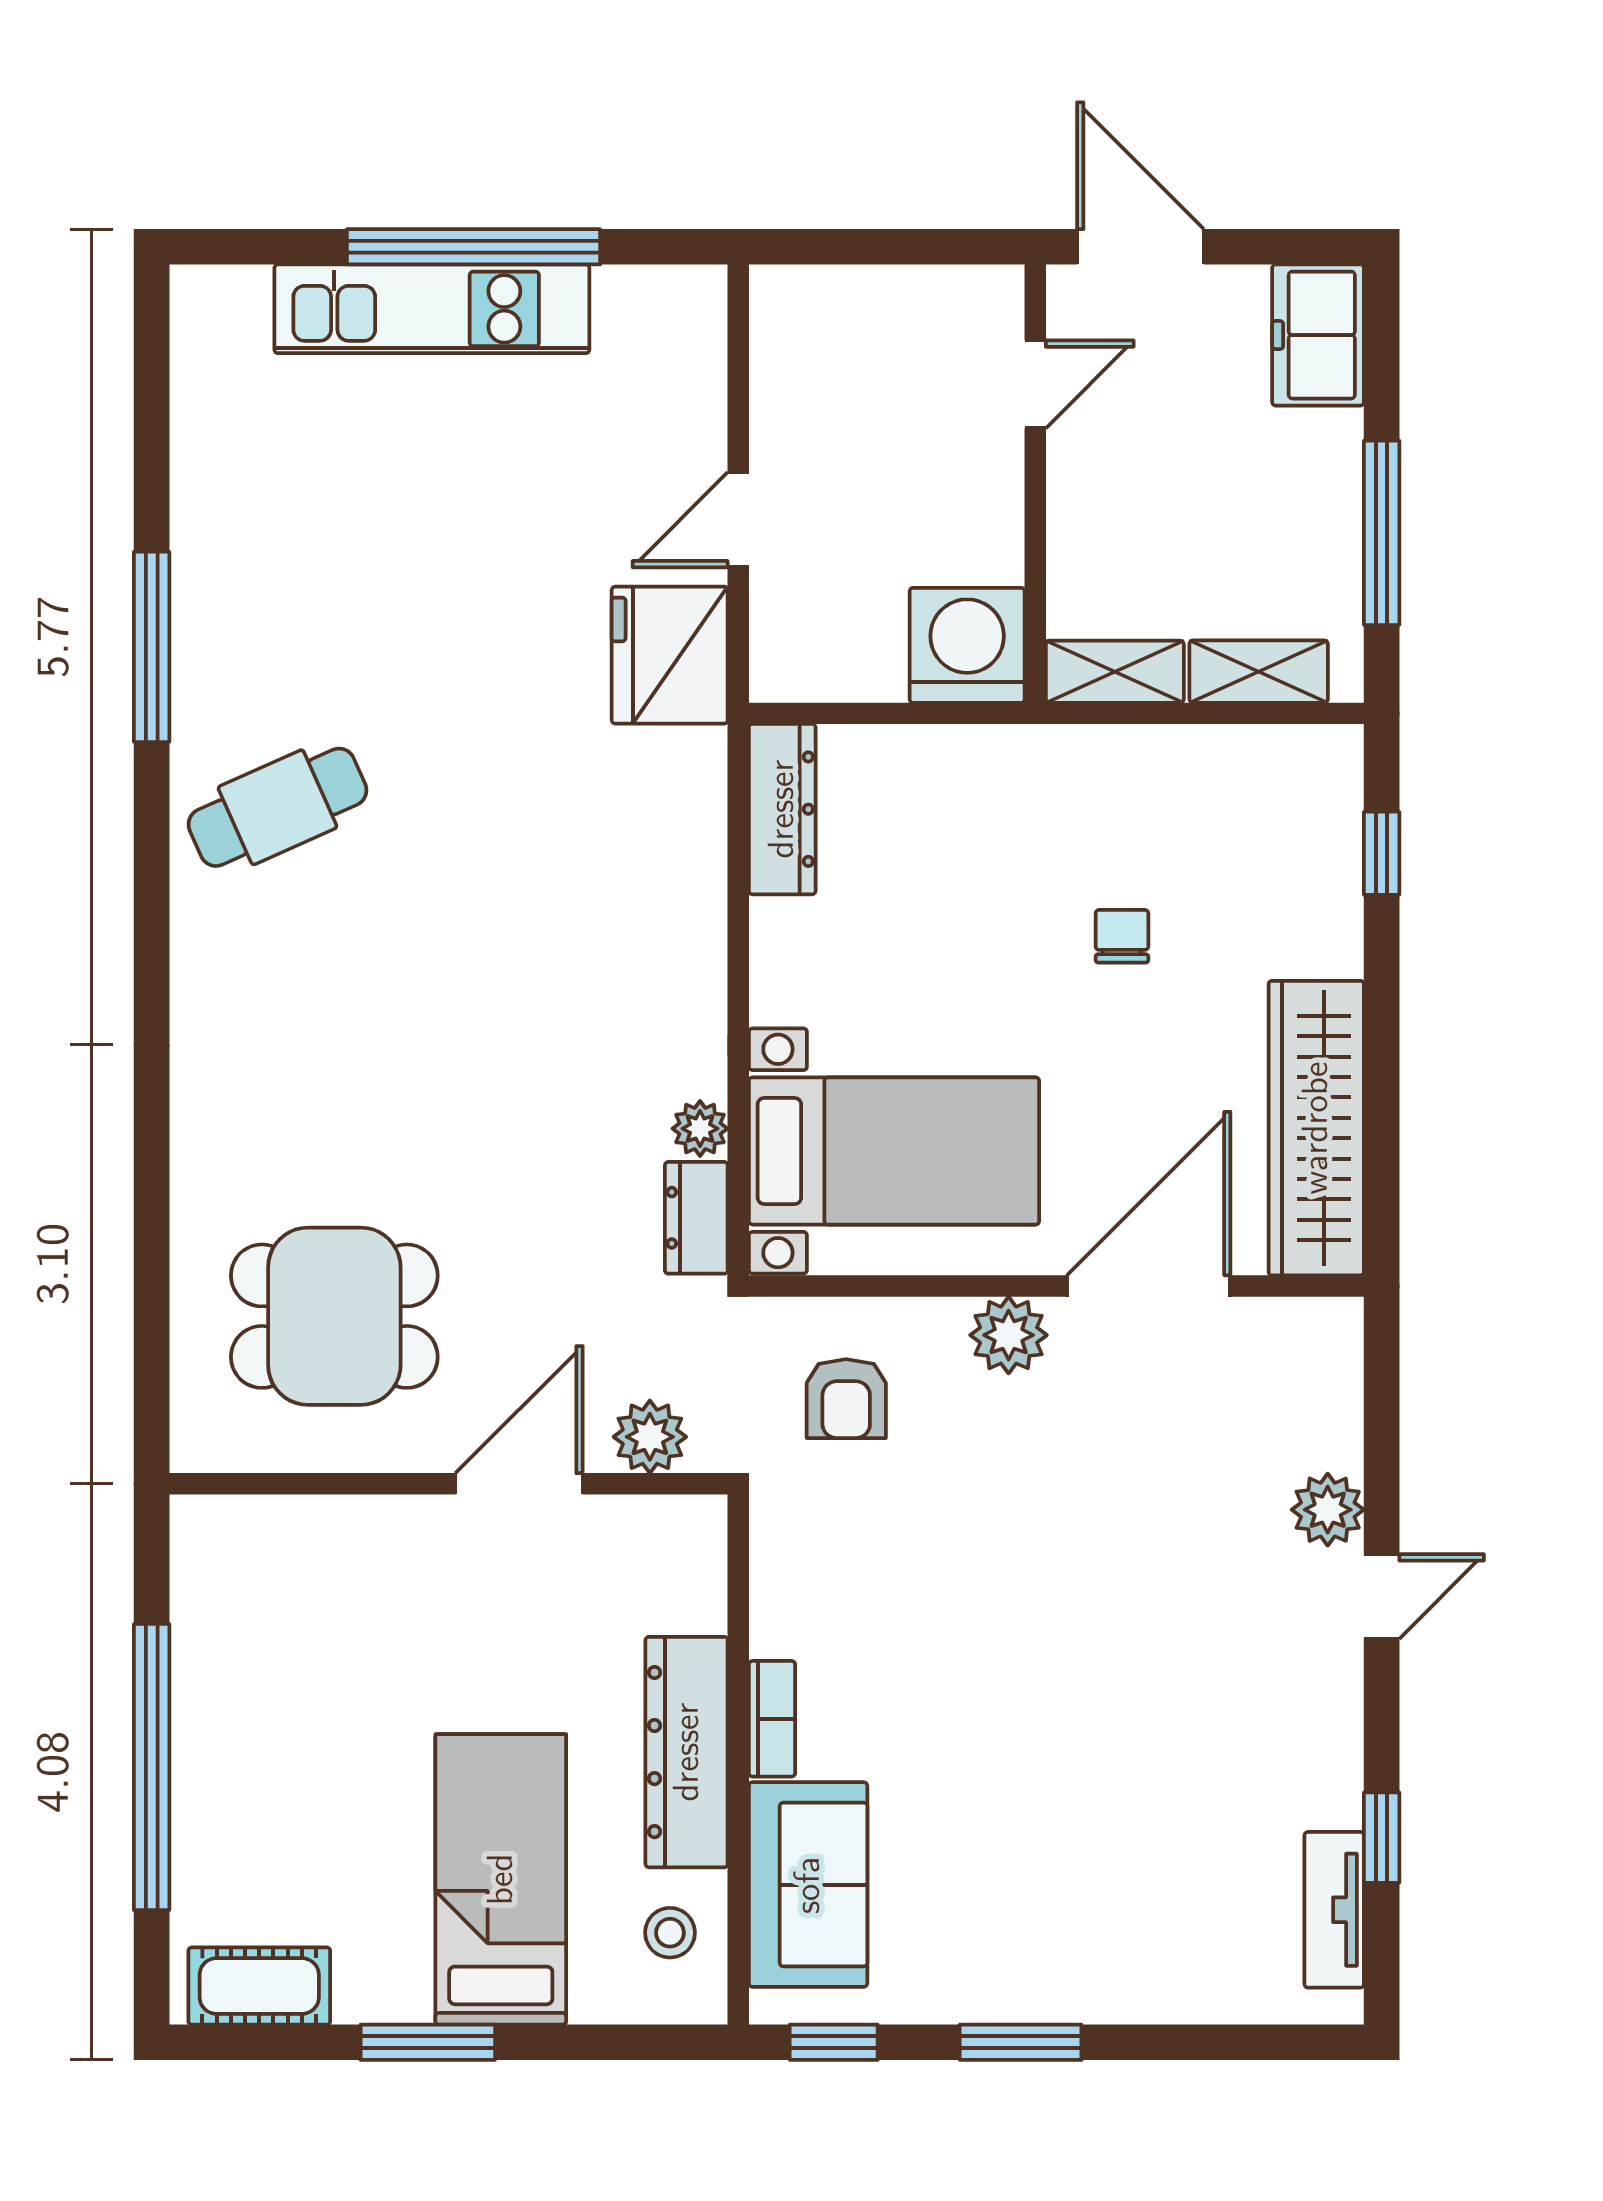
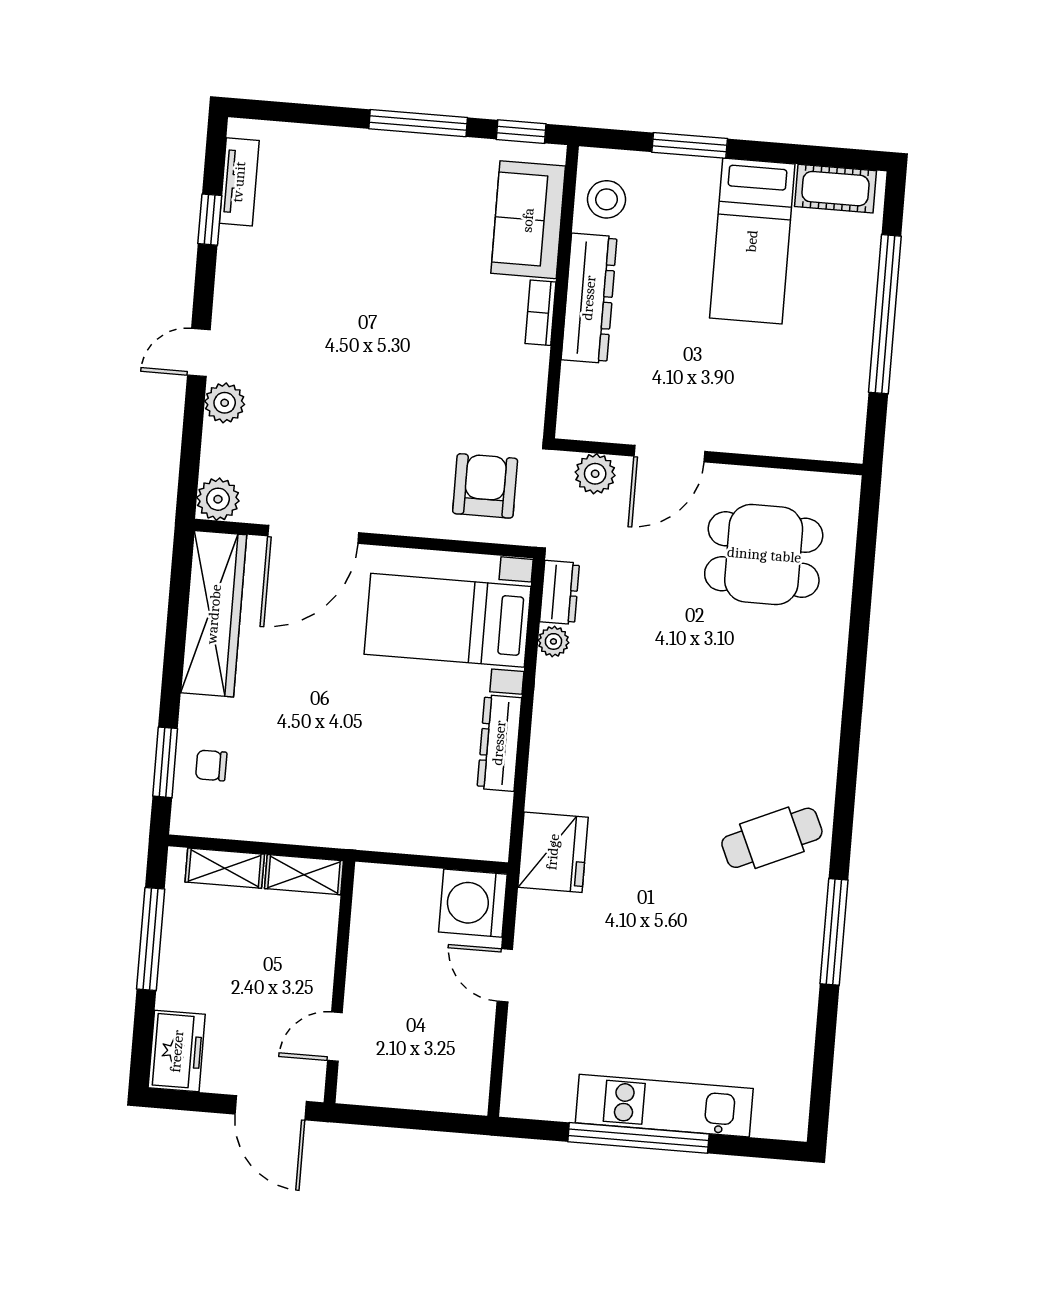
door: (738, 520) -> (505, 975), swing flipped
washing machine: (967, 645) -> (473, 903), moved, turned 90
fridge: (670, 655) -> (553, 852), moved
dresser: (782, 809) -> (499, 743), moved
window: (1382, 853) -> (165, 762), width x1.50
chair: (1122, 936) -> (211, 765), moved, turned 90
plant: (1009, 1335) -> (218, 499), moved
armchair: (846, 1399) -> (485, 486), width x1.38, depth x1.38
bed: (501, 1879) -> (752, 241), moved
stool: (670, 1933) -> (607, 199), width x1.37, depth x1.37
window: (428, 2042) -> (690, 145), moved
window: (1021, 2042) -> (418, 123), width x1.44

